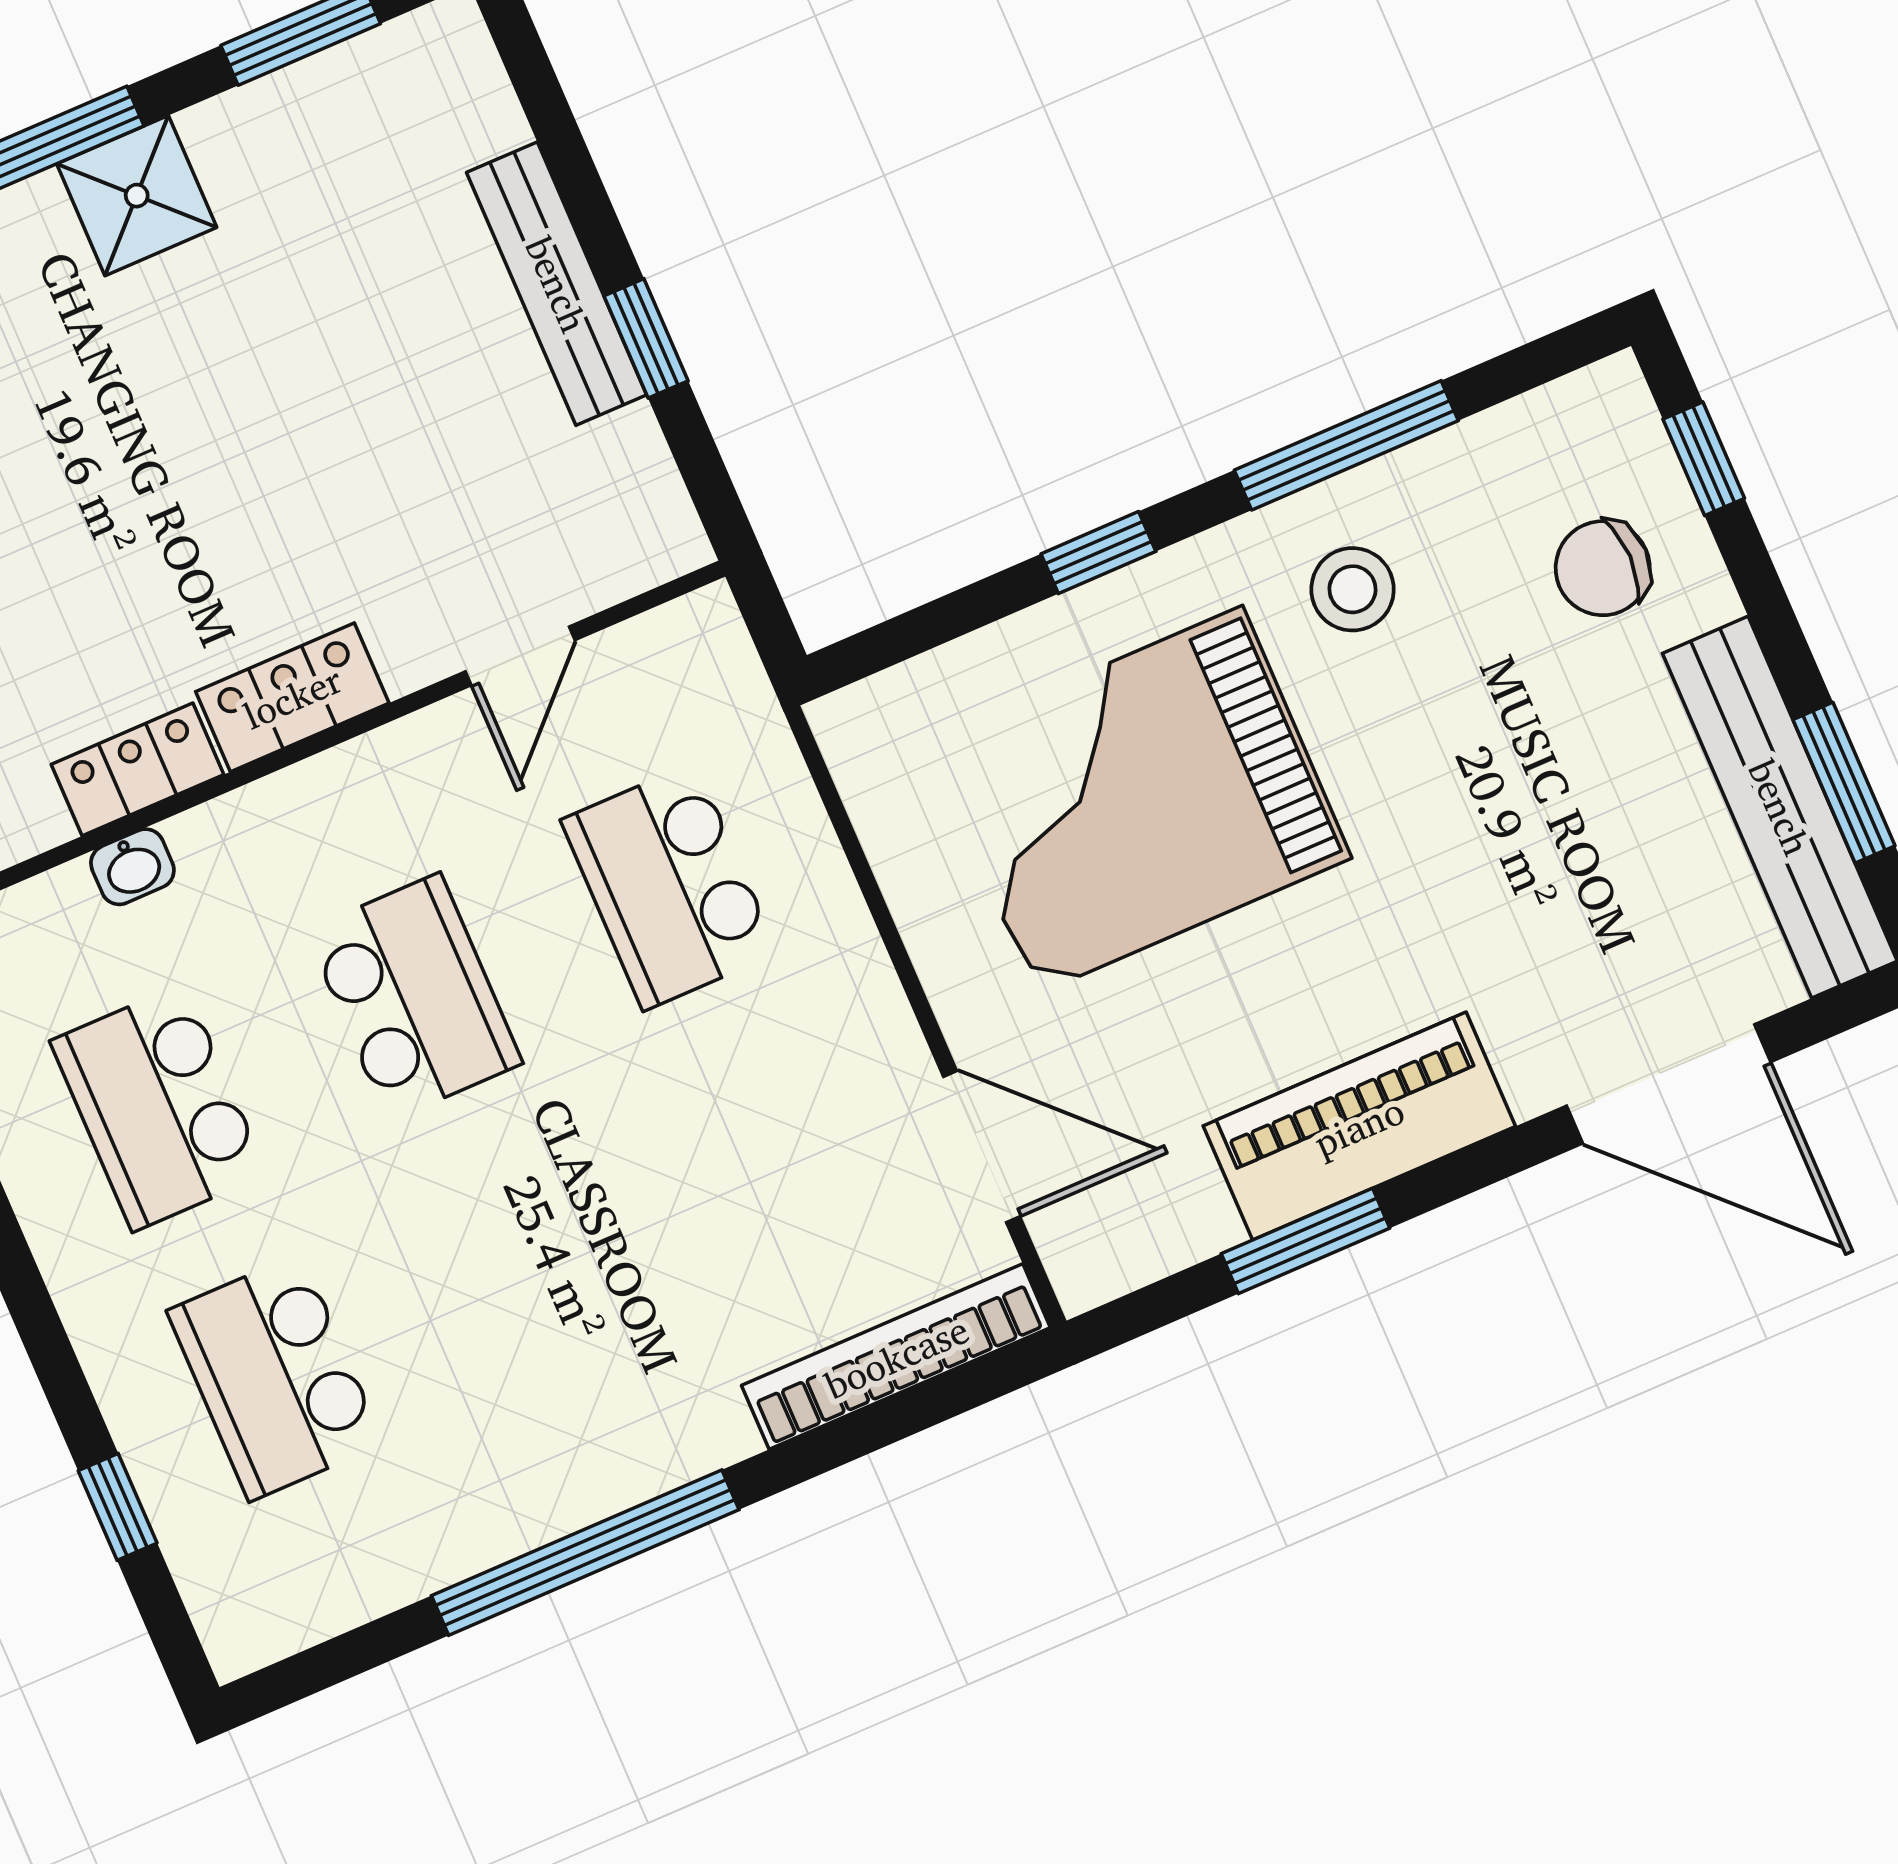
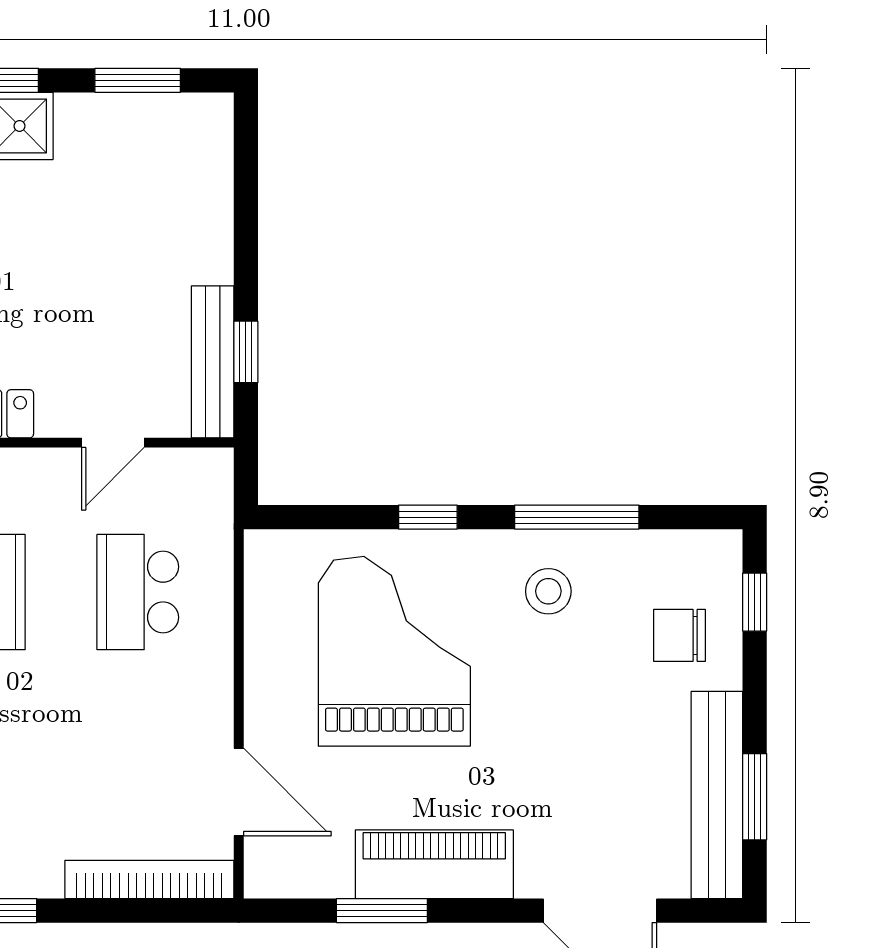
bench: (557, 284) -> (213, 362), moved
window: (646, 338) -> (246, 352), moved
grand piano: (1139, 800) -> (394, 651), turned 90

